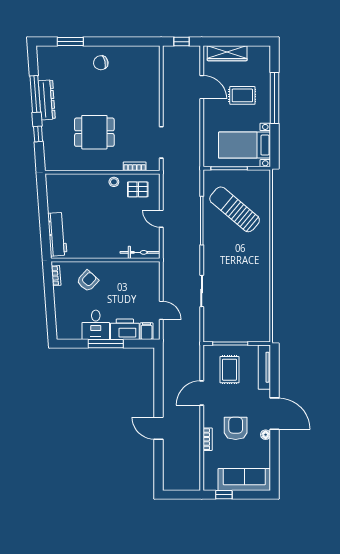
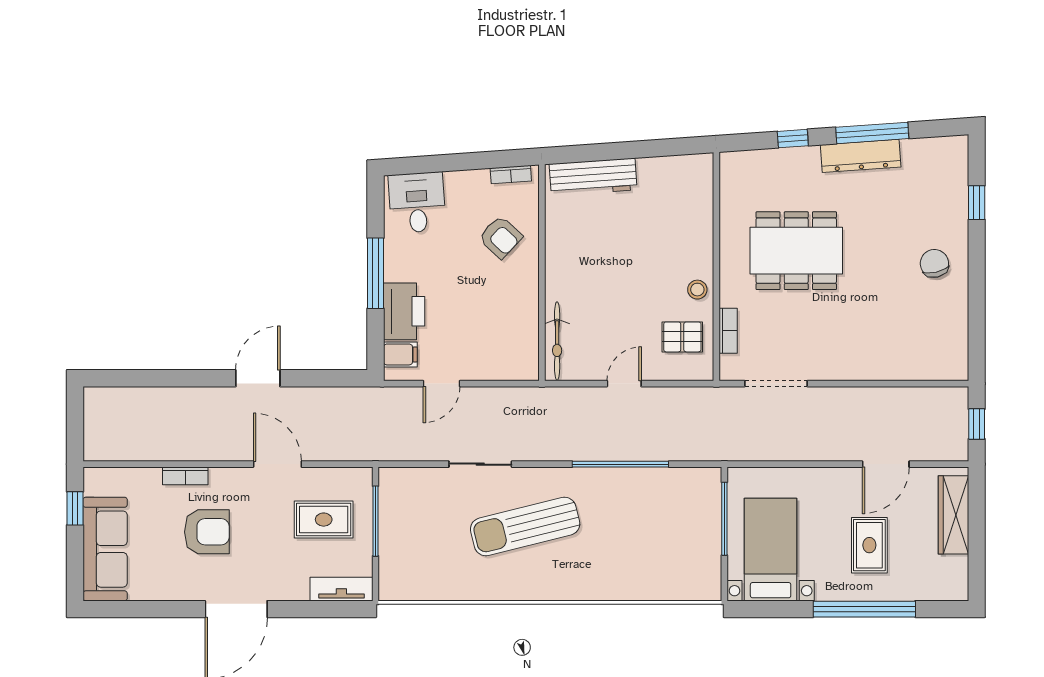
window: (70, 42) -> (977, 203), width x0.67
dining table: (94, 132) -> (796, 251), width x1.37
pallet: (138, 189) -> (682, 337), turned 90
sun lounger: (235, 209) -> (525, 526), moved, turned -144
desk: (96, 325) -> (417, 203), moved, turned 86
tv unit: (264, 367) -> (341, 589), width x0.71
door: (158, 428) -> (258, 378), moved
floor lamp: (266, 435) -> (194, 591), removed

